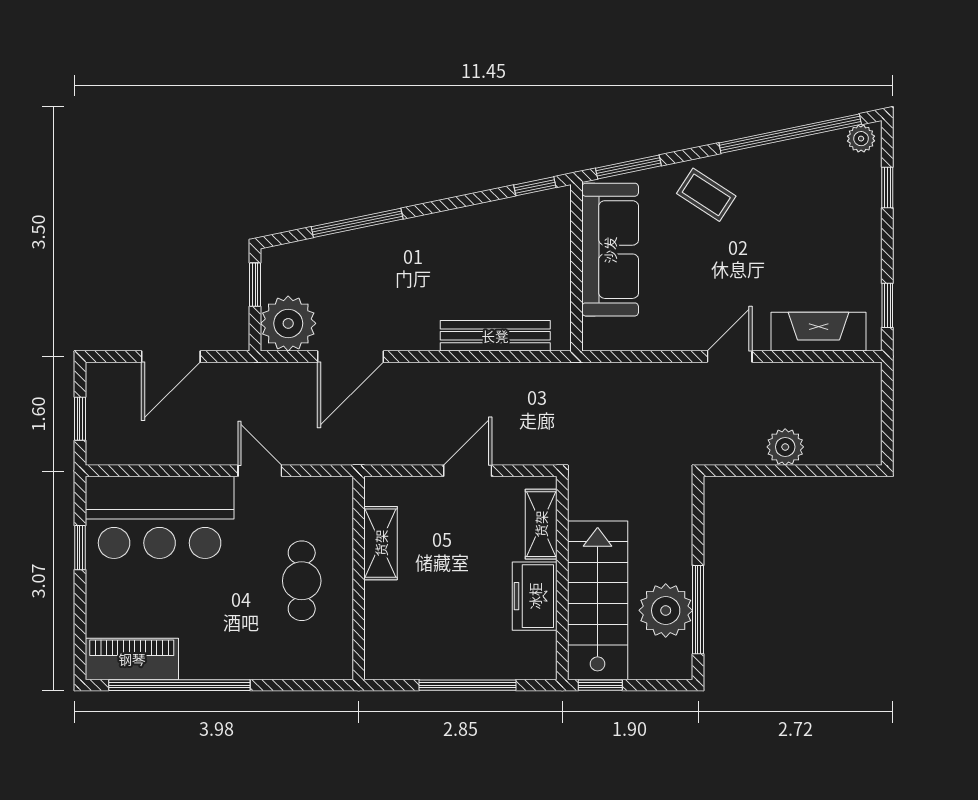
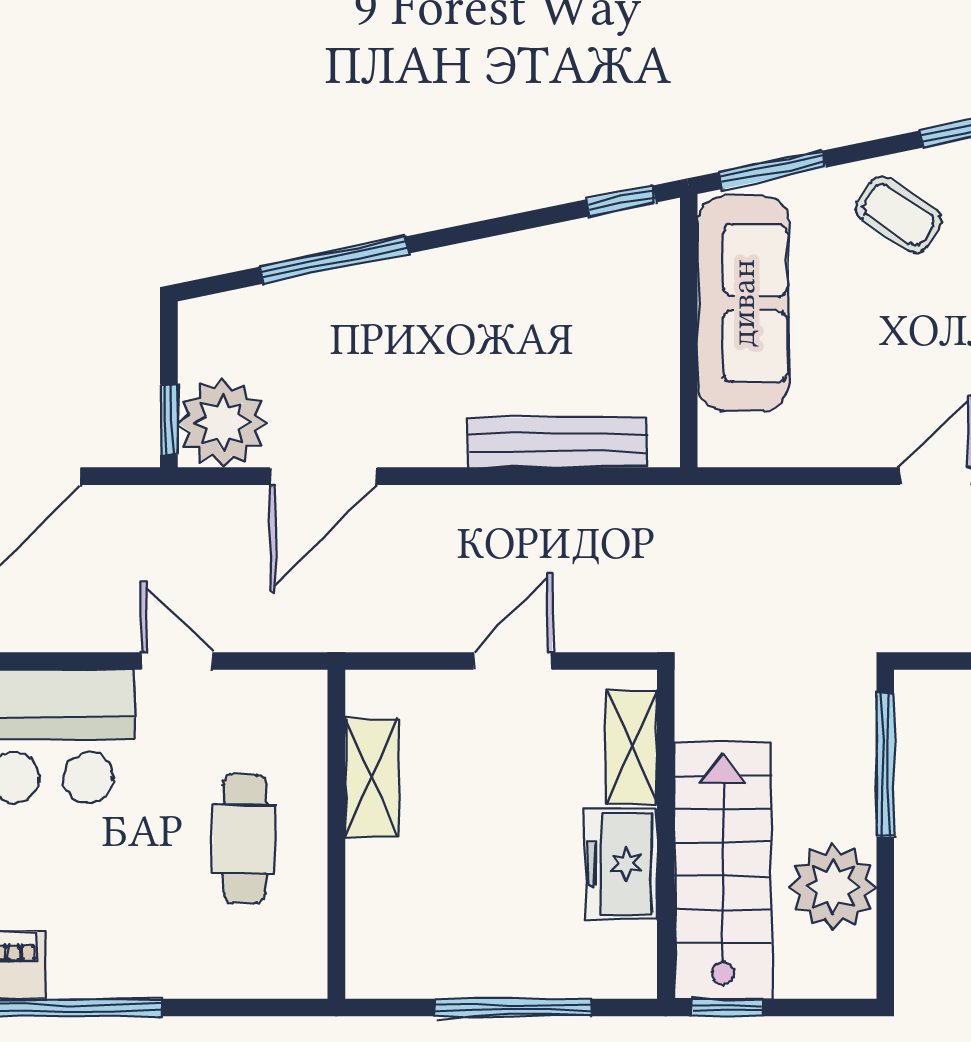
window: (255, 285) -> (169, 419), moved
window: (698, 610) -> (885, 765), moved

